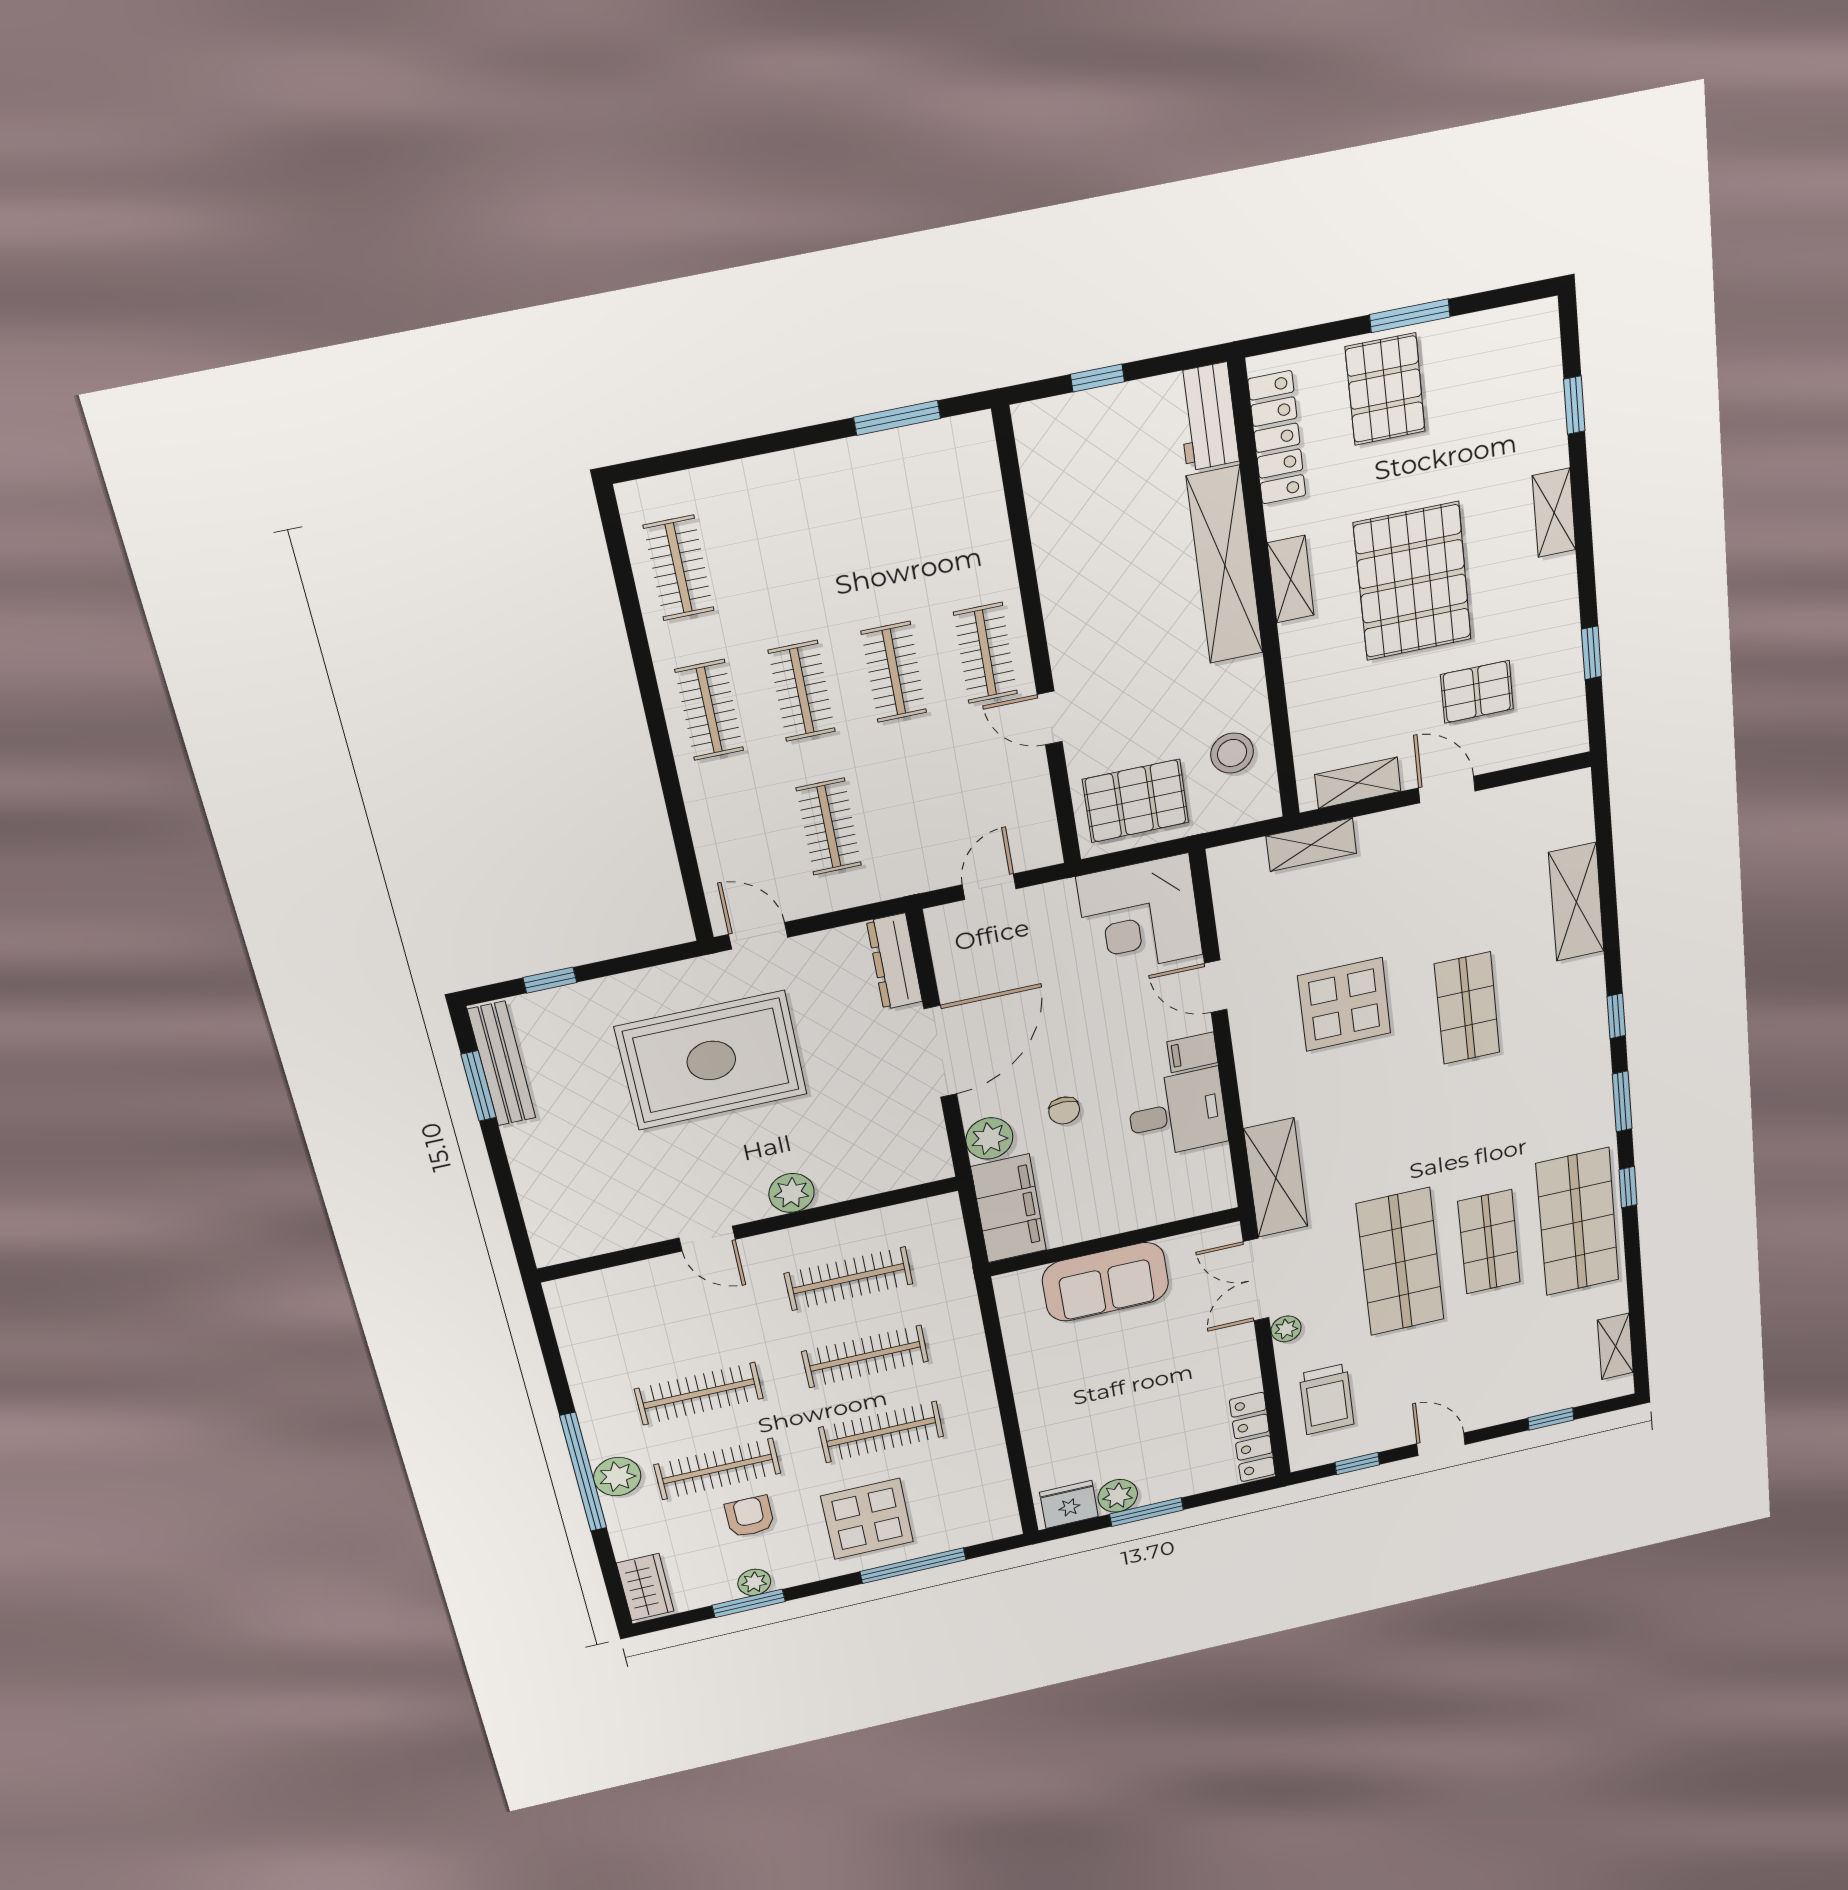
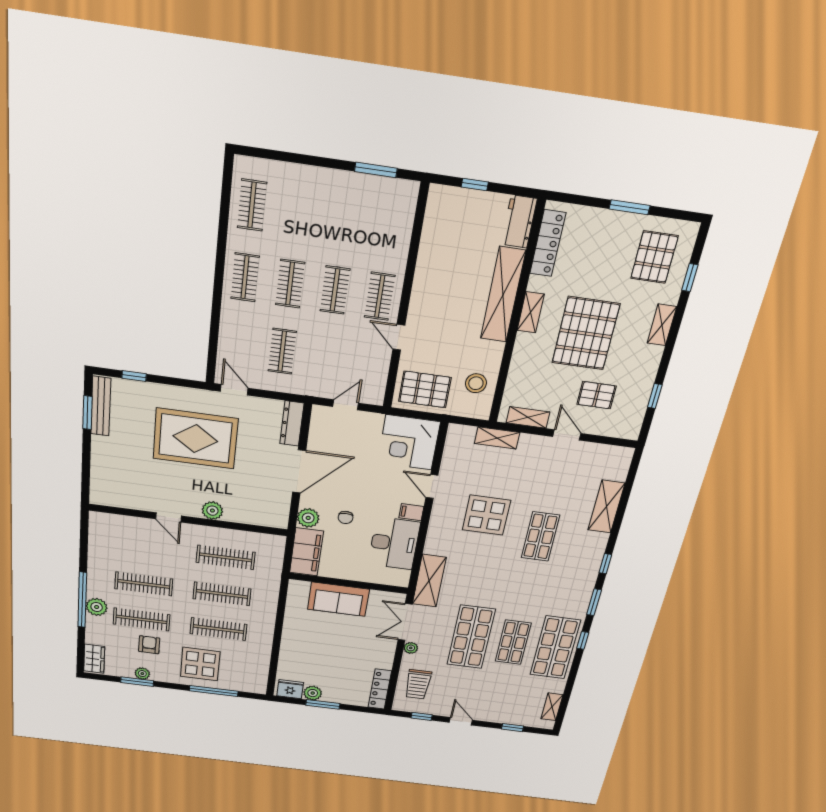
pallet: (1385, 389) -> (654, 257), moved
desk: (1177, 1114) -> (394, 543), width x1.37

